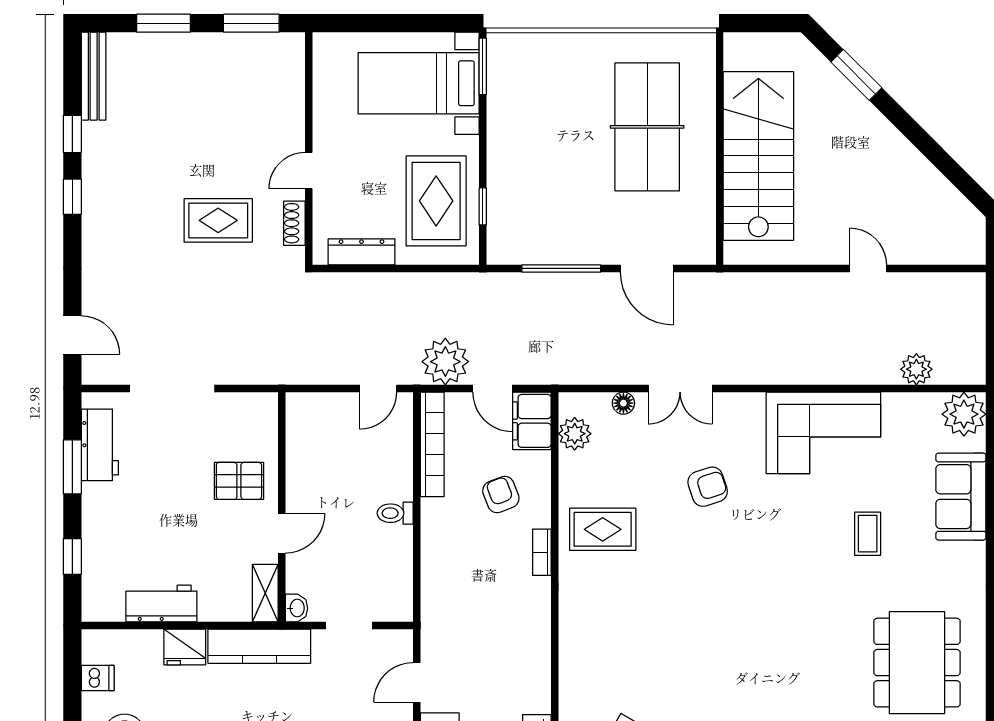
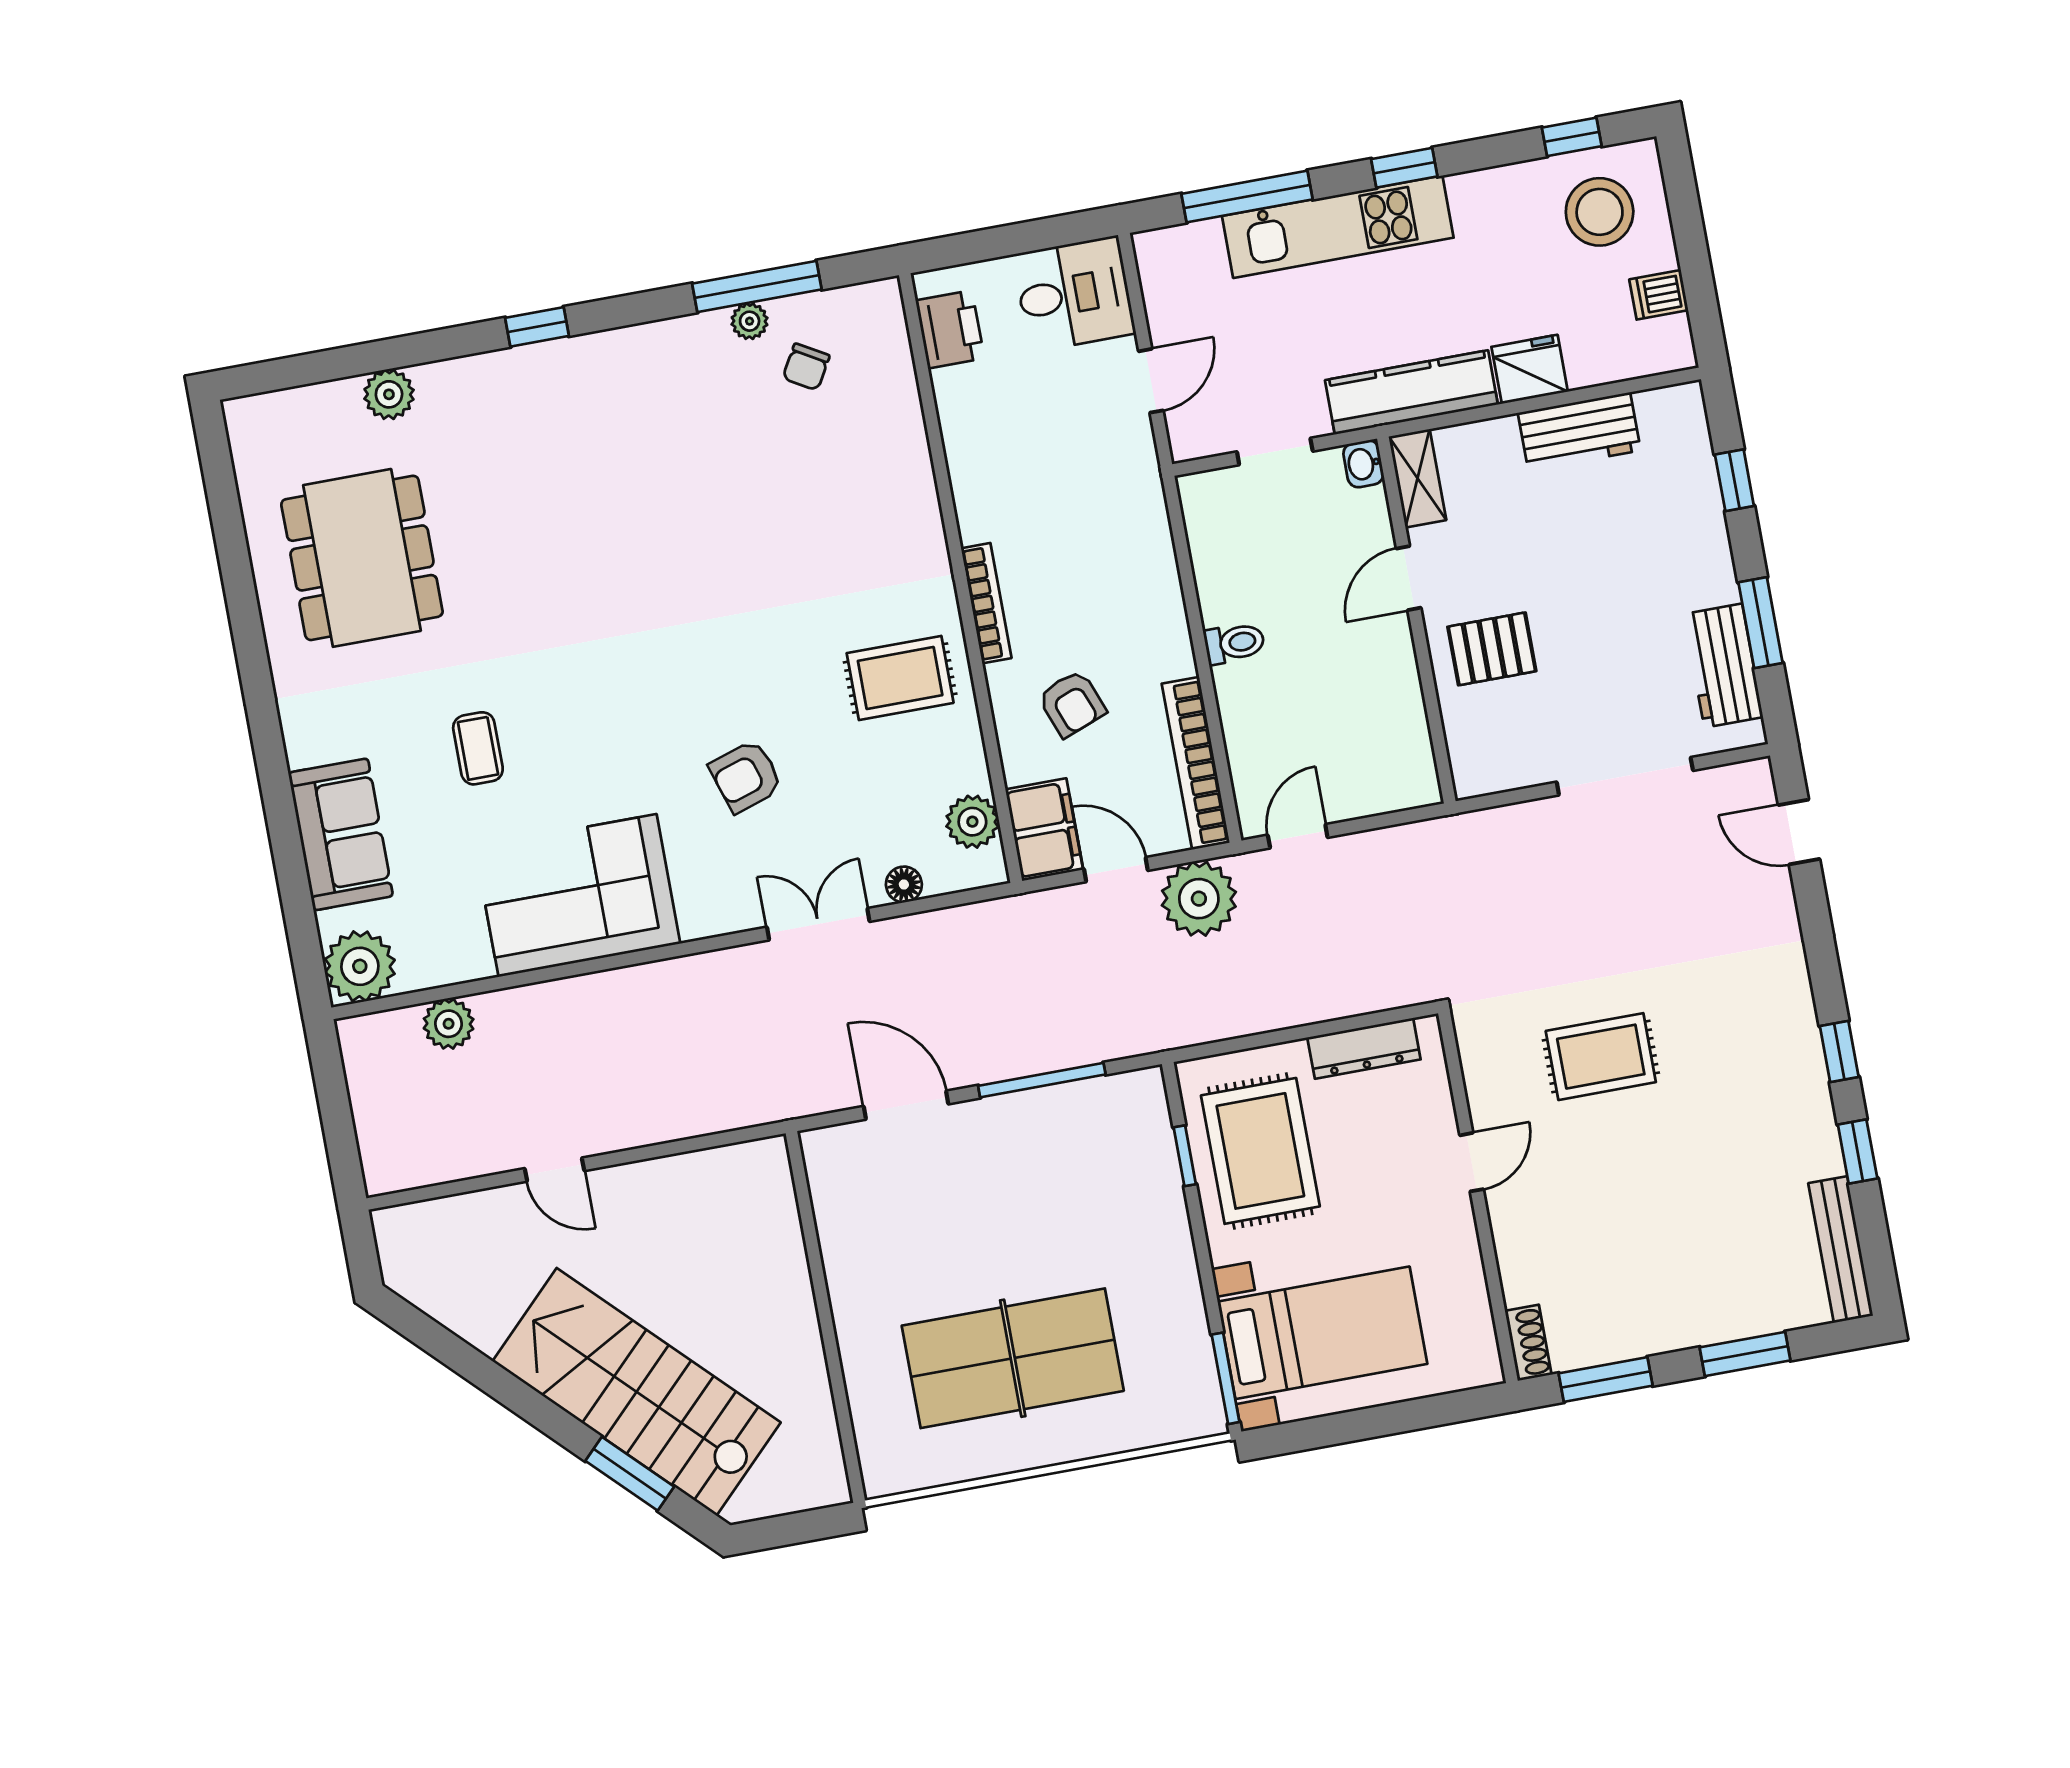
table tennis table: (647, 127) -> (1013, 1358), moved, turned 90
stairs: (758, 156) -> (637, 1392), moved, turned 135
shoe rack: (294, 223) -> (1528, 1343), moved
bookcase: (542, 552) -> (986, 603), width x1.56

